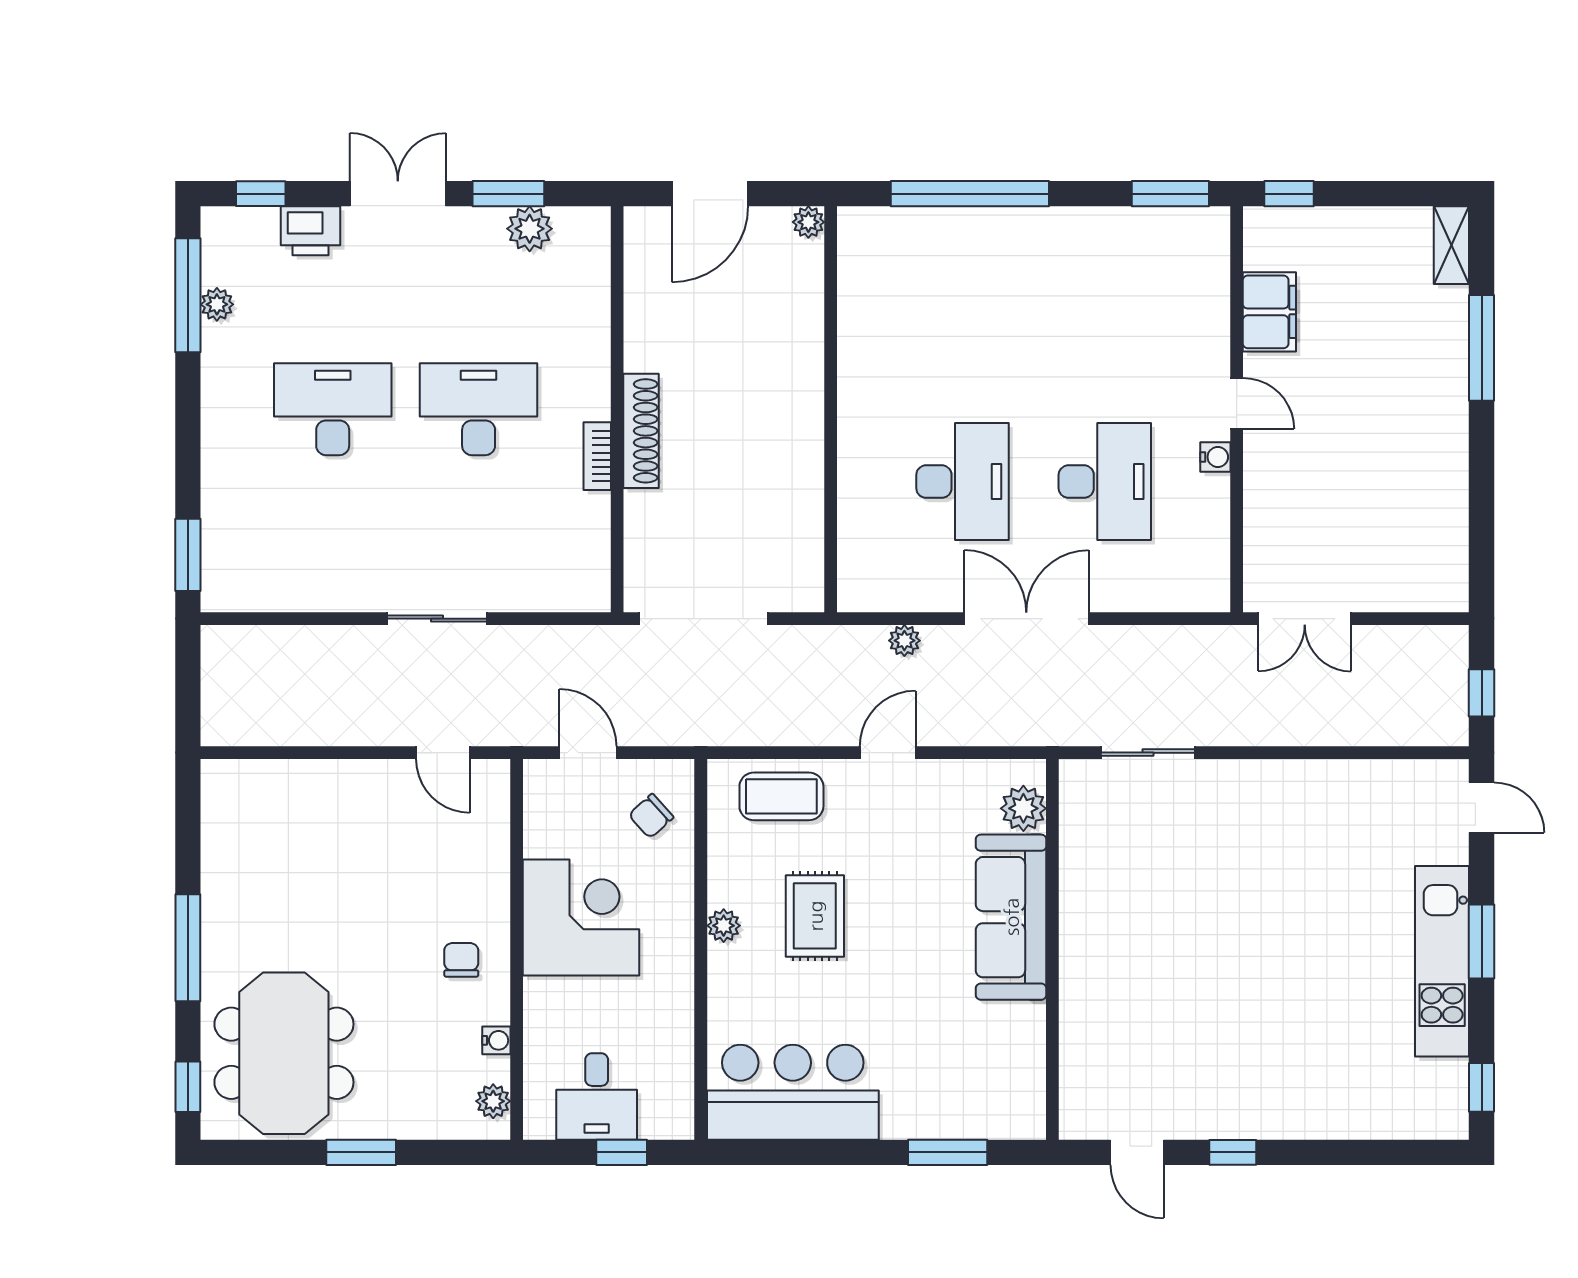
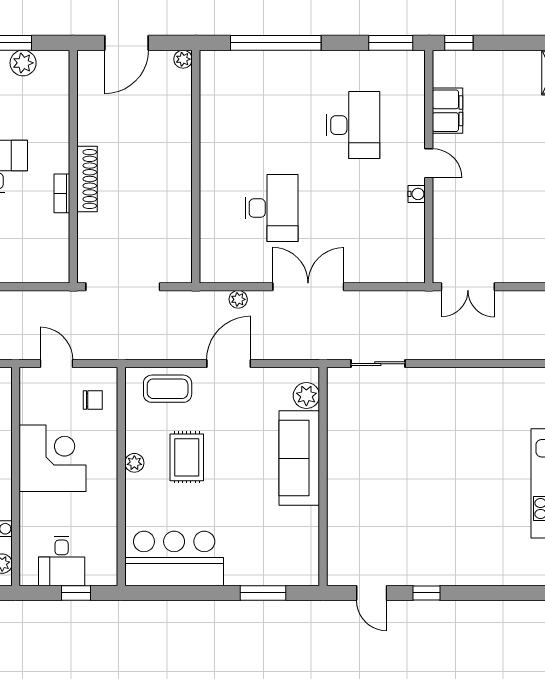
desk: (1105, 482) -> (353, 125), moved
door: (888, 753) -> (229, 364), width x1.38
chair: (651, 816) -> (93, 400), turned -138

